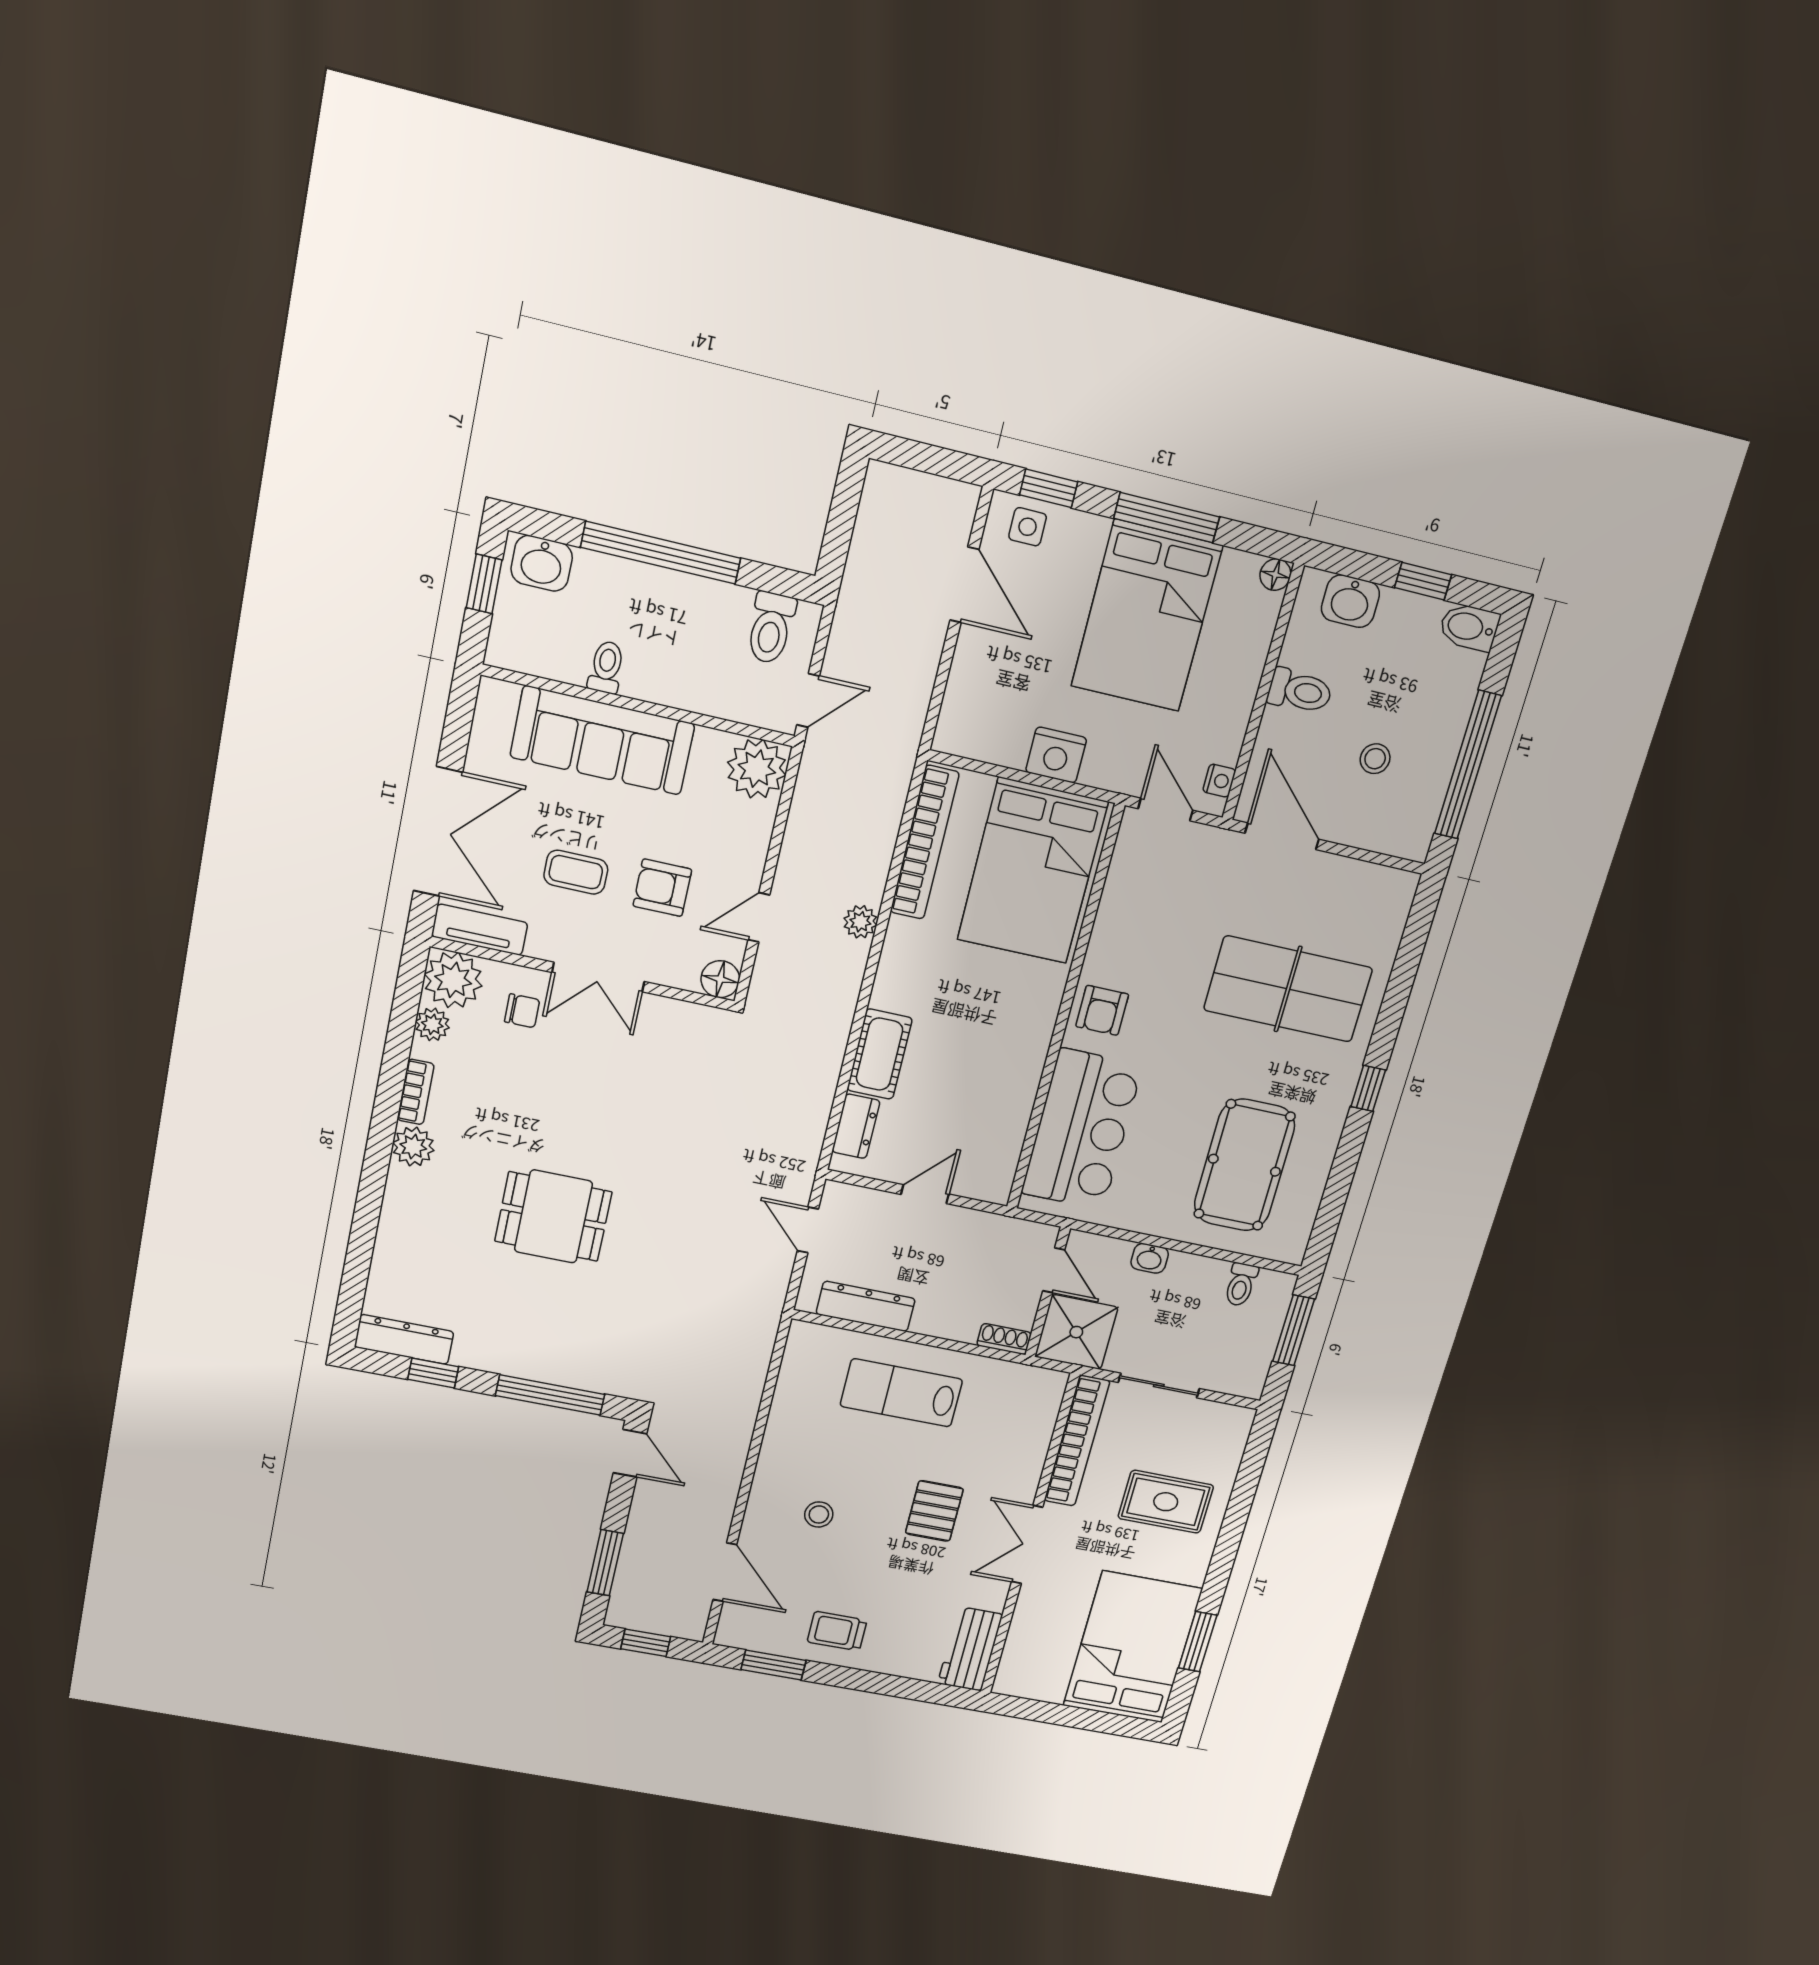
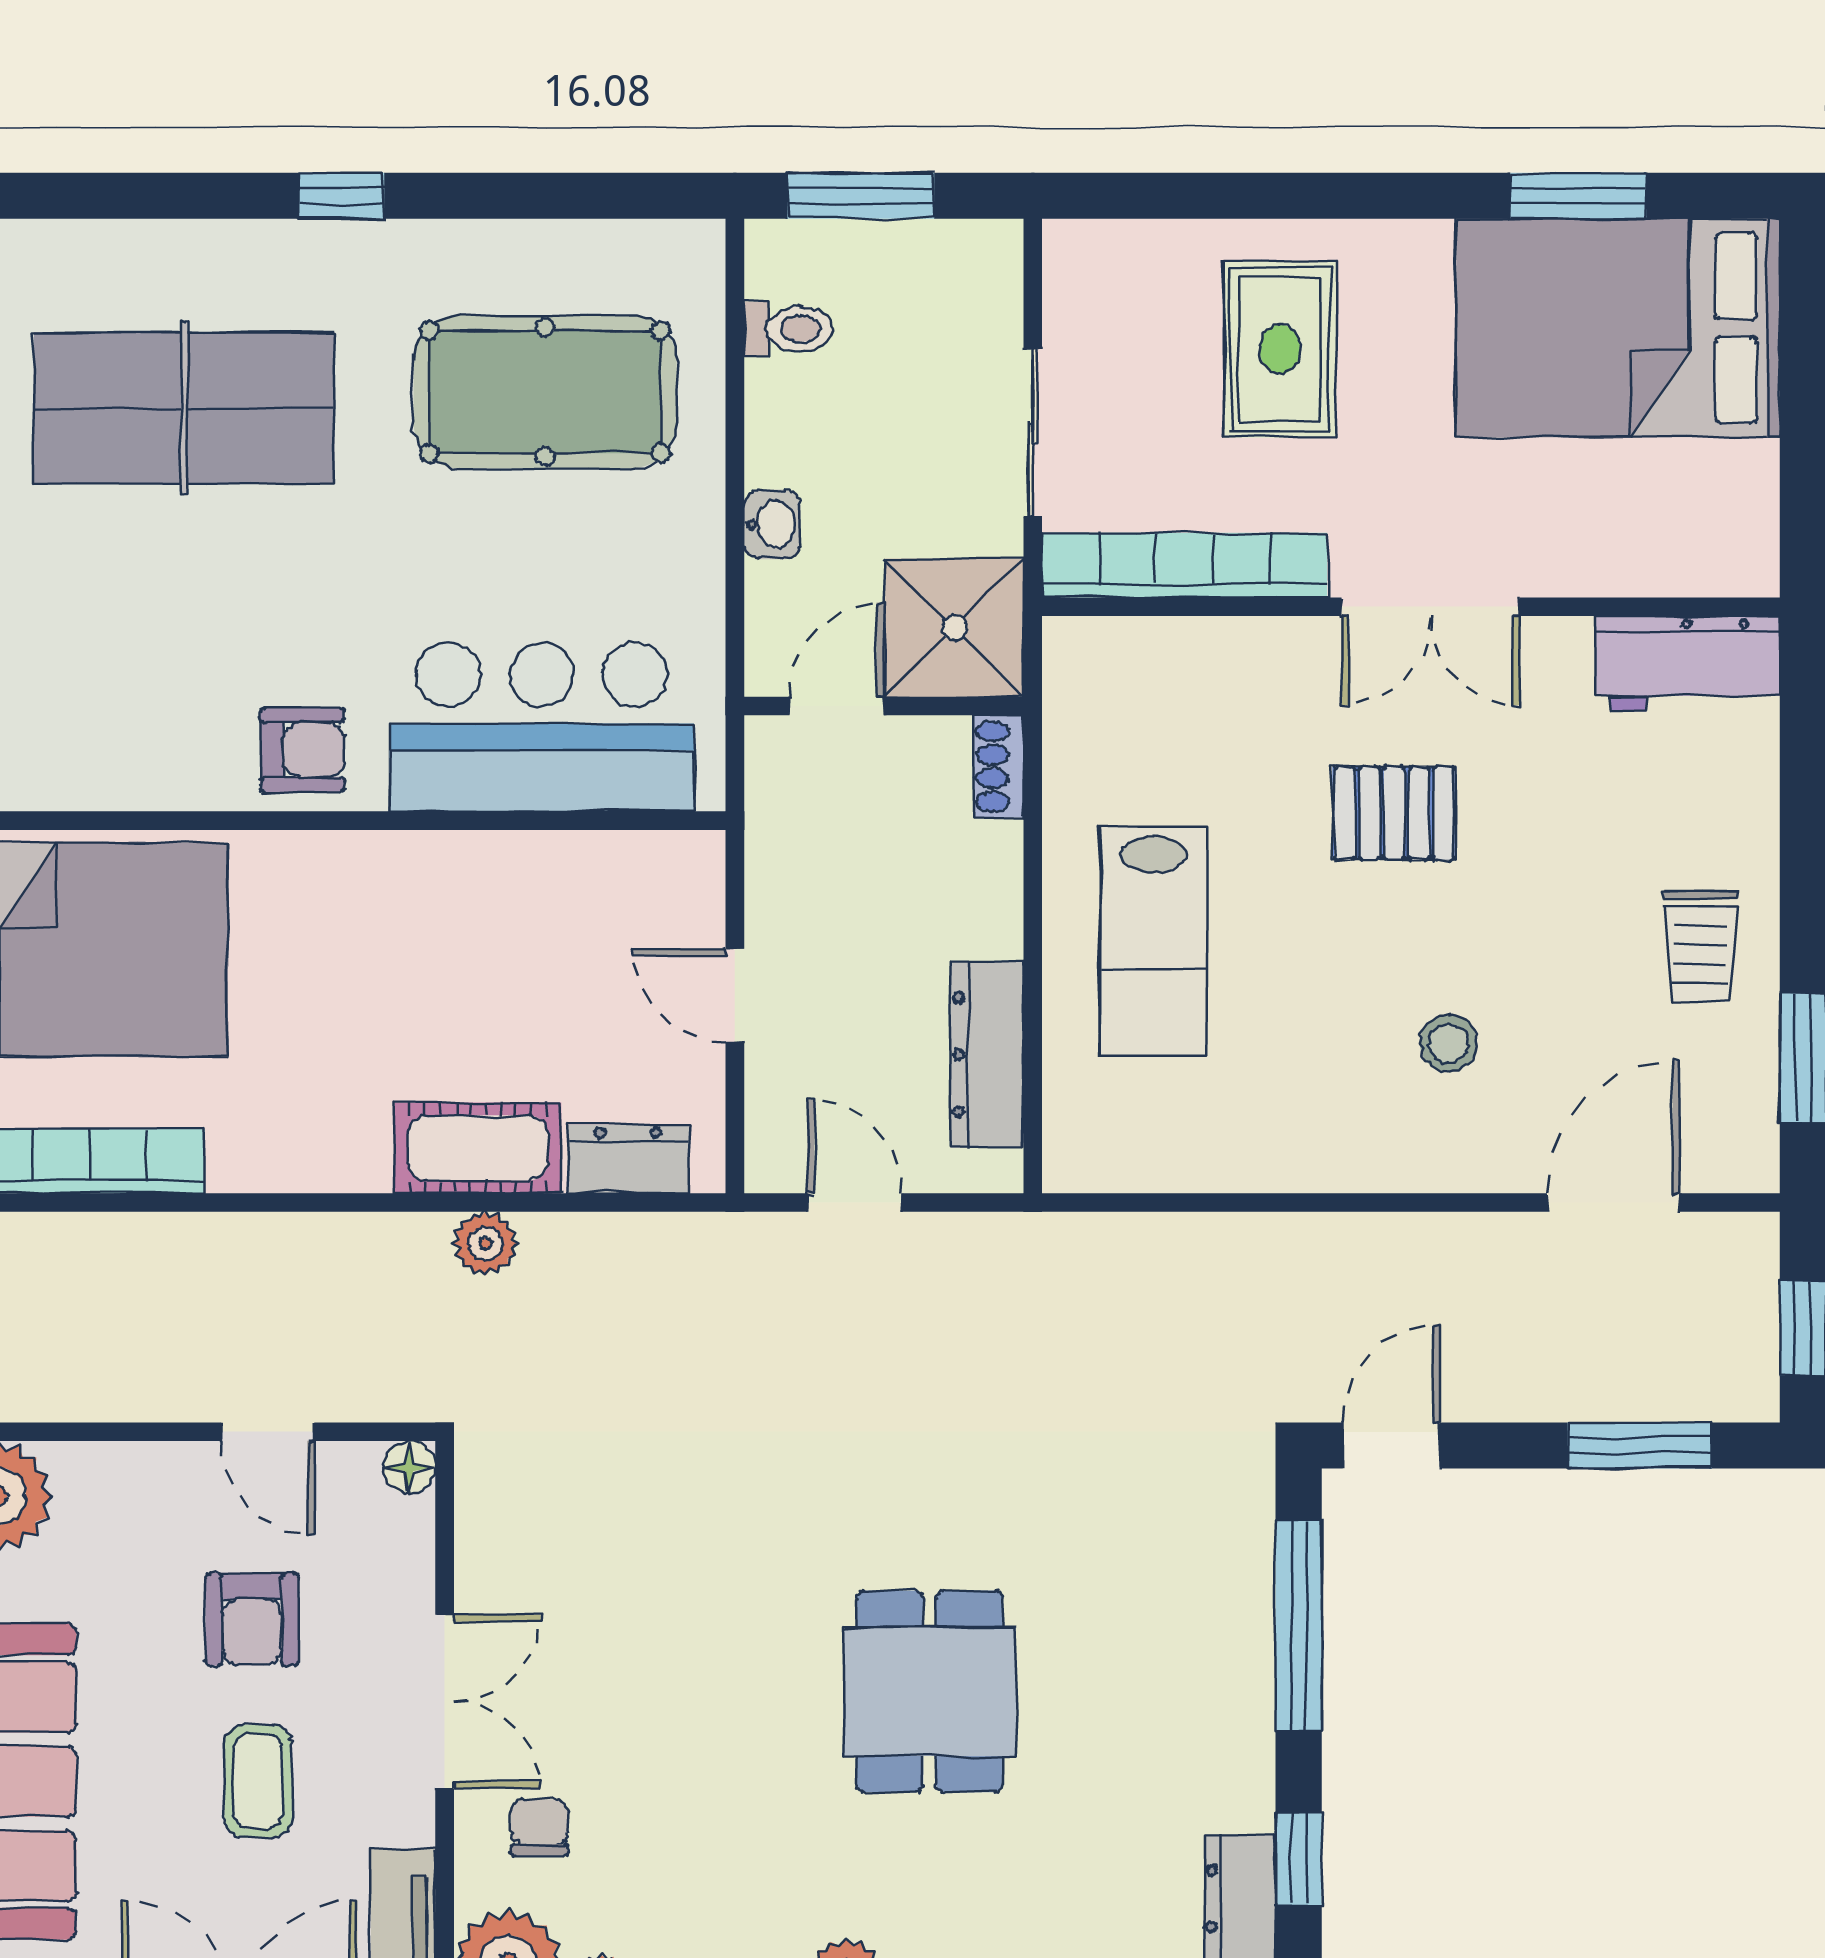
plant: (860, 922) -> (485, 1244), moved
floor lamp: (720, 979) -> (409, 1467), width x0.73, depth x0.73
table tennis table: (1288, 989) -> (184, 408), turned 90
door: (808, 1230) -> (854, 1203), swing flipped

